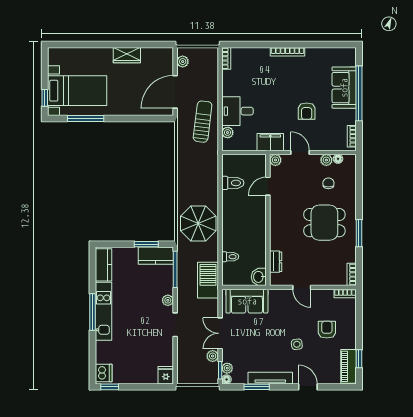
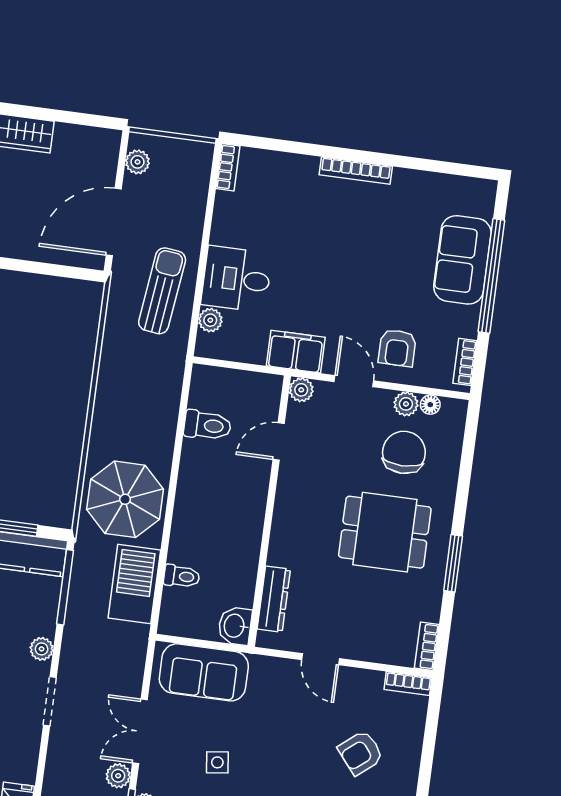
armchair: (307, 111) -> (397, 348), moved
chair: (328, 183) -> (404, 452), width x1.87, depth x1.87
dresser: (276, 262) -> (274, 599), width x1.44
barbecue: (208, 280) -> (134, 584), moved
armchair: (327, 330) -> (361, 753), turned -129
side table: (297, 344) -> (217, 762), moved

